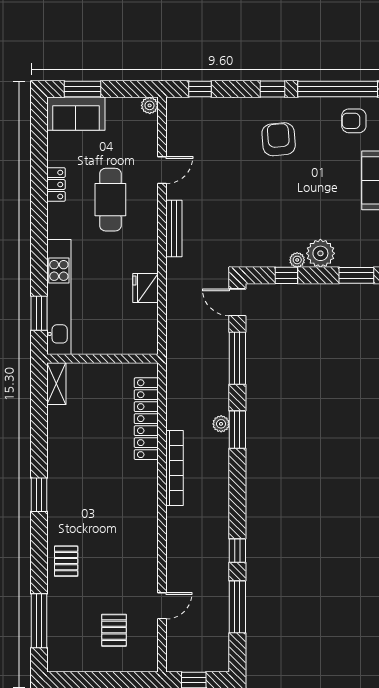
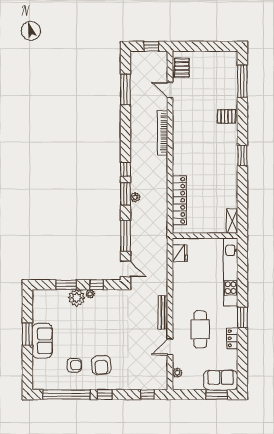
plant: (150, 105) -> (177, 373), moved
armchair: (354, 121) -> (74, 365), moved
window: (356, 275) -> (66, 285), moved
fridge: (145, 288) -> (180, 253), moved
window: (39, 313) -> (242, 317), moved
bookcase: (175, 468) -> (163, 133), moved
window: (237, 551) -> (126, 169), moved
pallet: (66, 561) -> (226, 116), turned 90
door: (162, 606) -> (170, 90), hinge flipped
pallet: (114, 630) -> (182, 68), moved

